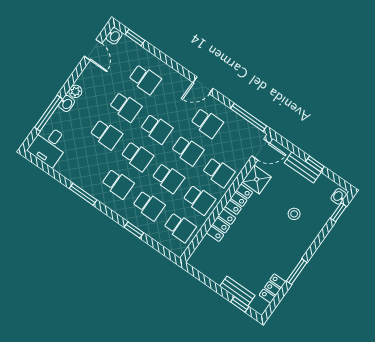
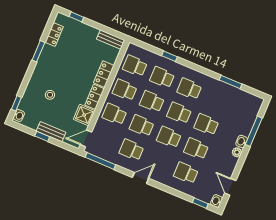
desk: (49, 146) -> (248, 107), removed
window: (83, 194) -> (231, 82), moved
bench: (237, 291) -> (111, 40), moved

